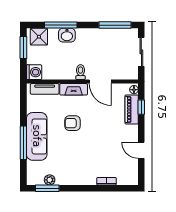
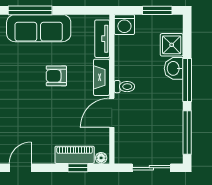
window: (61, 25) -> (187, 80), moved
shower: (39, 37) -> (172, 45), moved
armchair: (72, 123) -> (56, 76), turned -90

